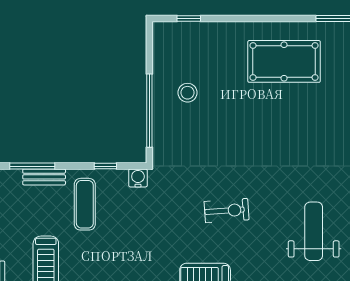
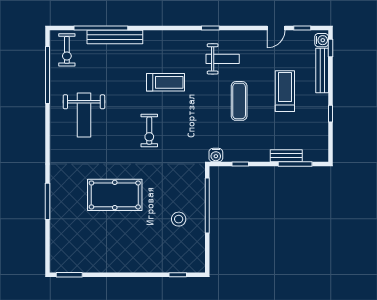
pool table: (284, 61) -> (115, 195), moved
exercise mat: (85, 204) -> (239, 101), moved
exercise bike: (227, 211) -> (149, 131), turned -86

